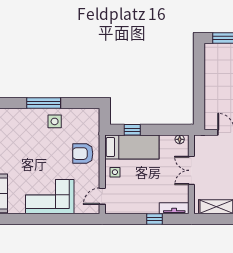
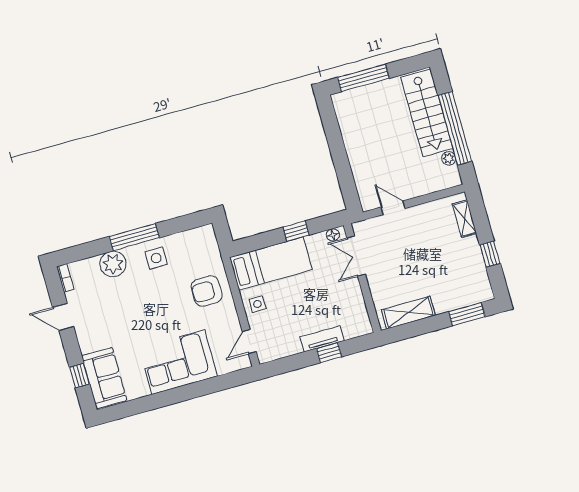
plant: (24, 117) -> (113, 264), added
window: (132, 130) -> (296, 231), moved
double door: (191, 170) -> (356, 256), moved
tv unit: (174, 208) -> (322, 339), moved

